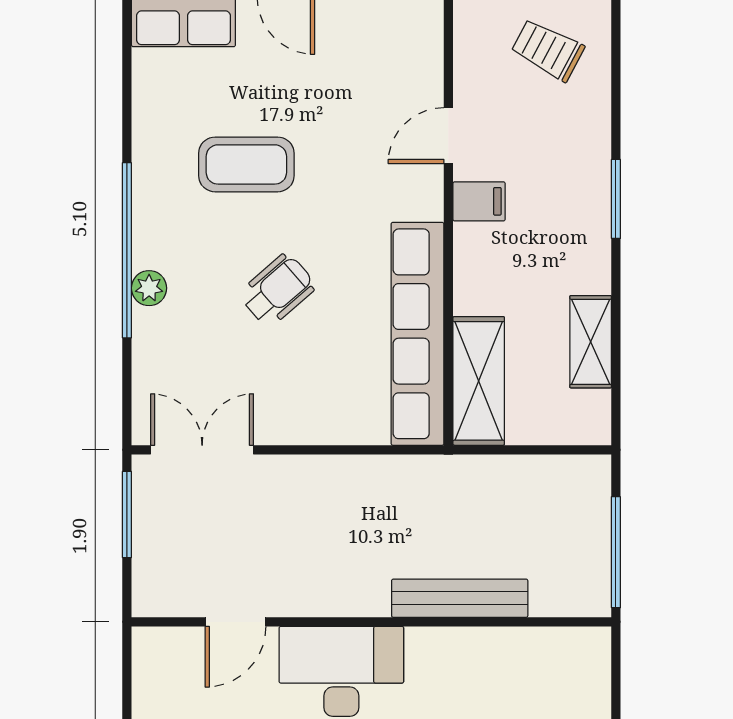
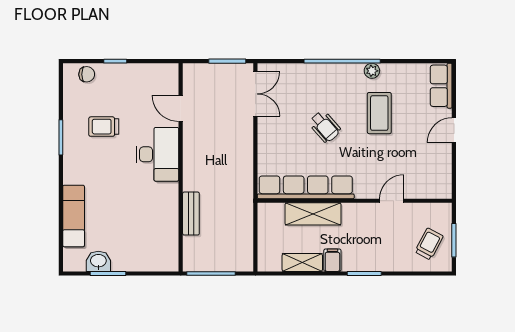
door: (448, 136) -> (392, 201), hinge flipped
filing cabinet: (479, 201) -> (332, 260), moved, turned 180
plant: (149, 288) -> (372, 71), moved
shelving: (479, 381) -> (313, 214), moved
bench: (460, 598) -> (191, 214), width x0.73

